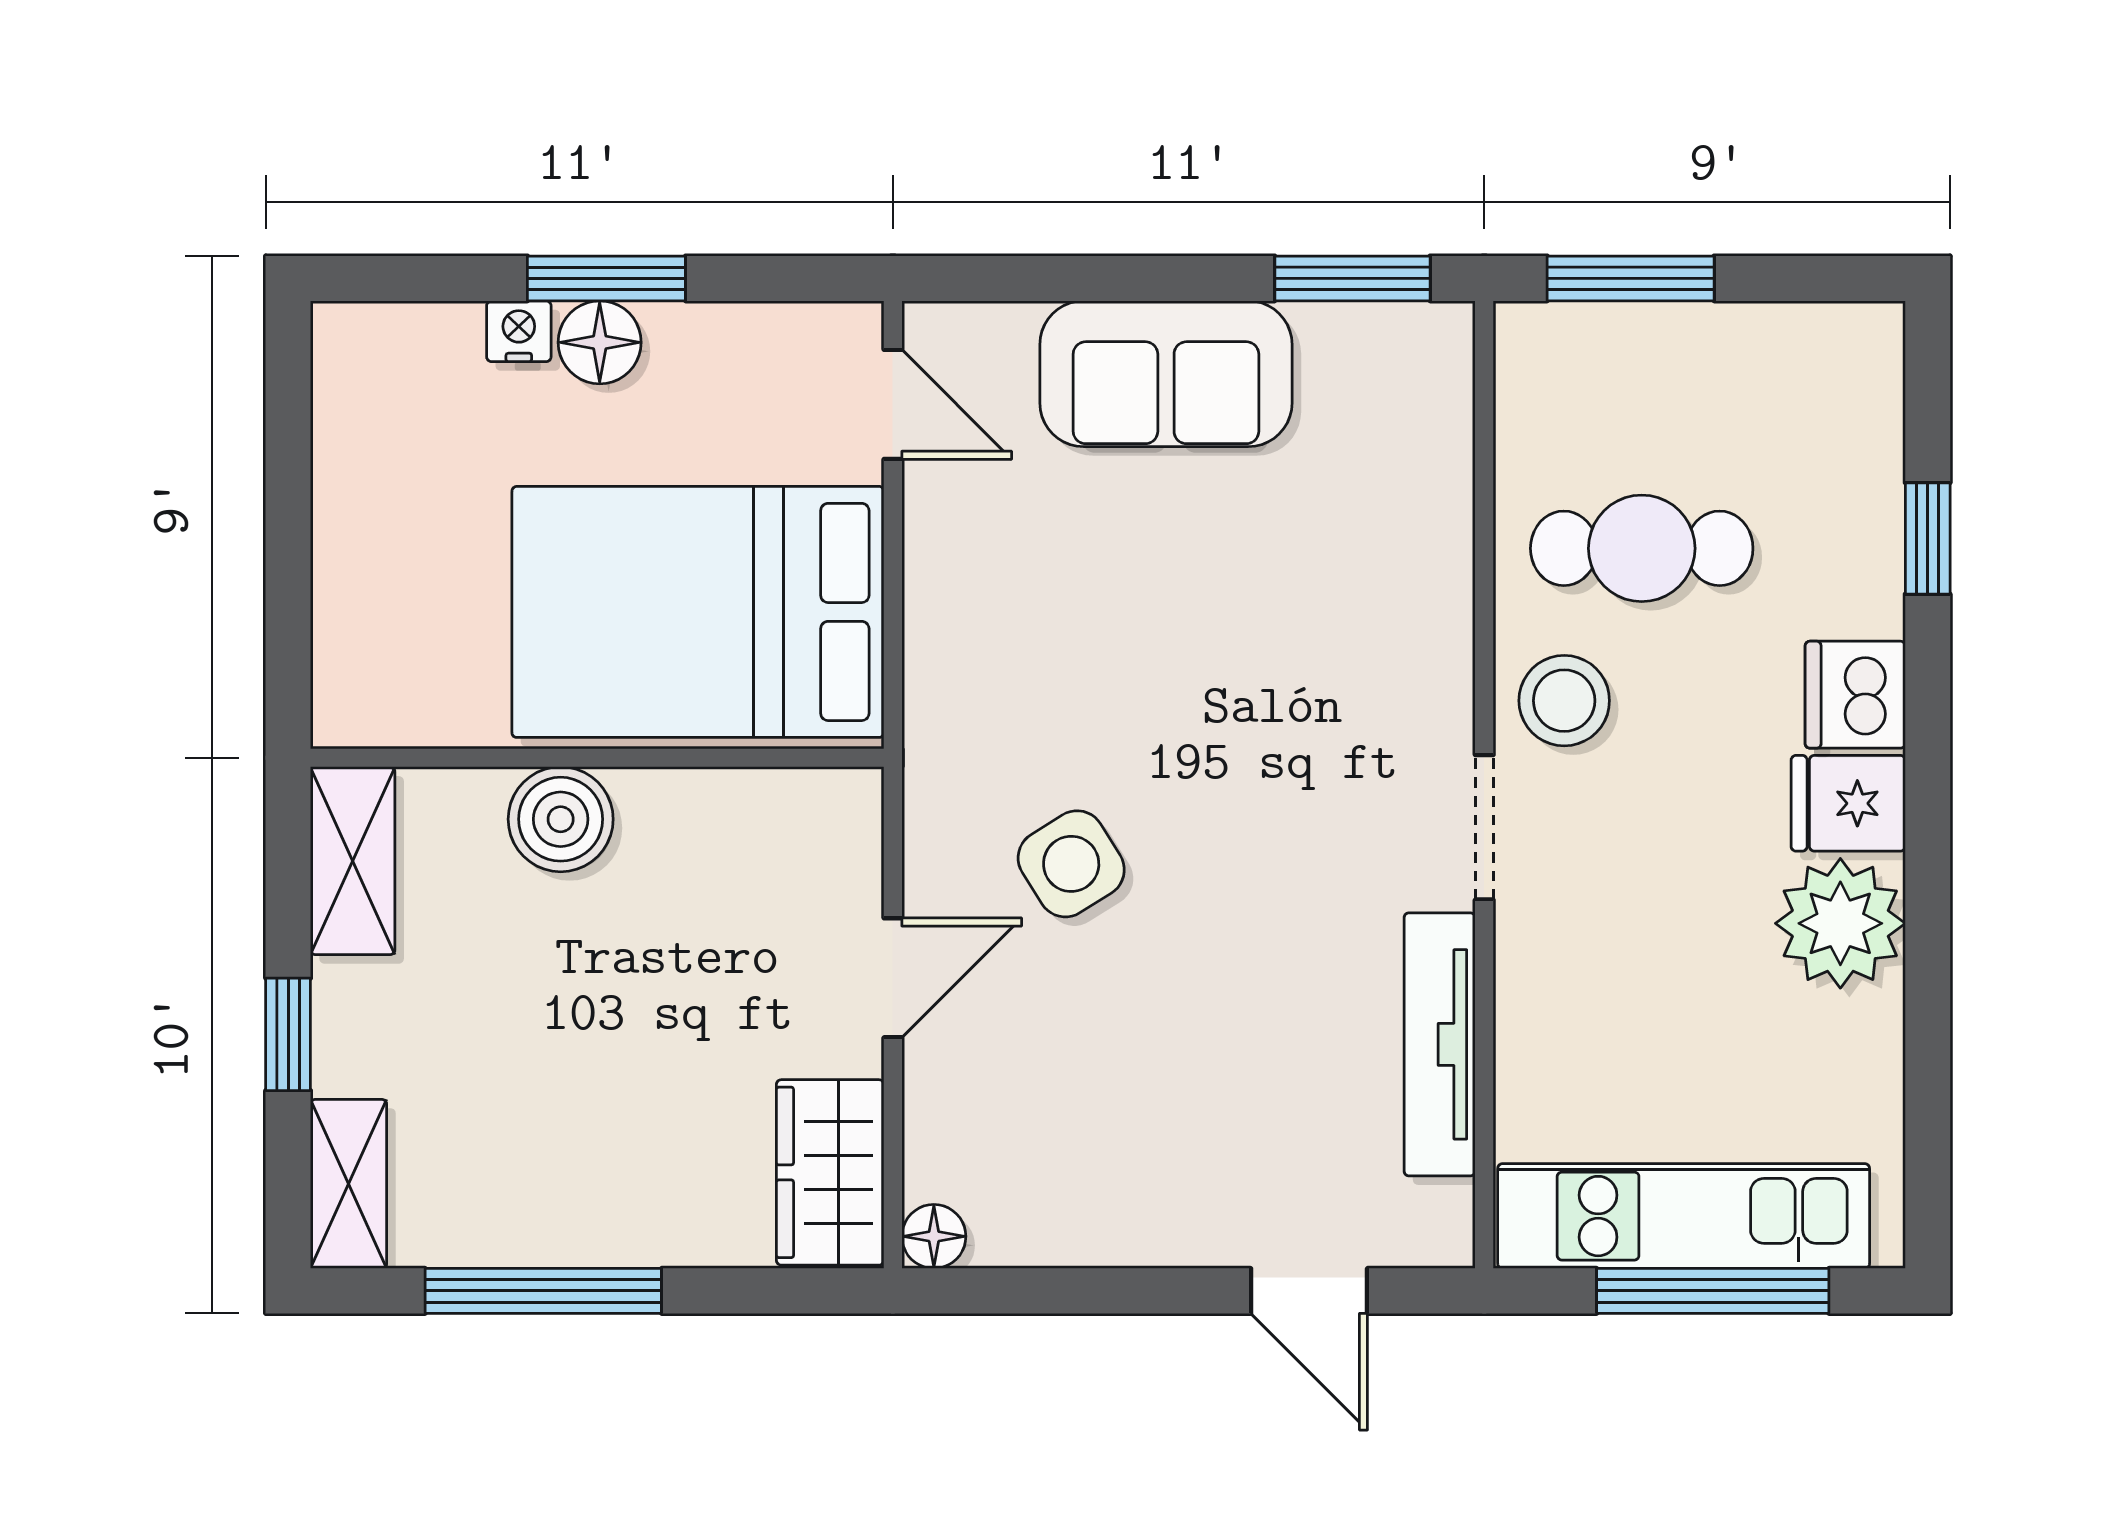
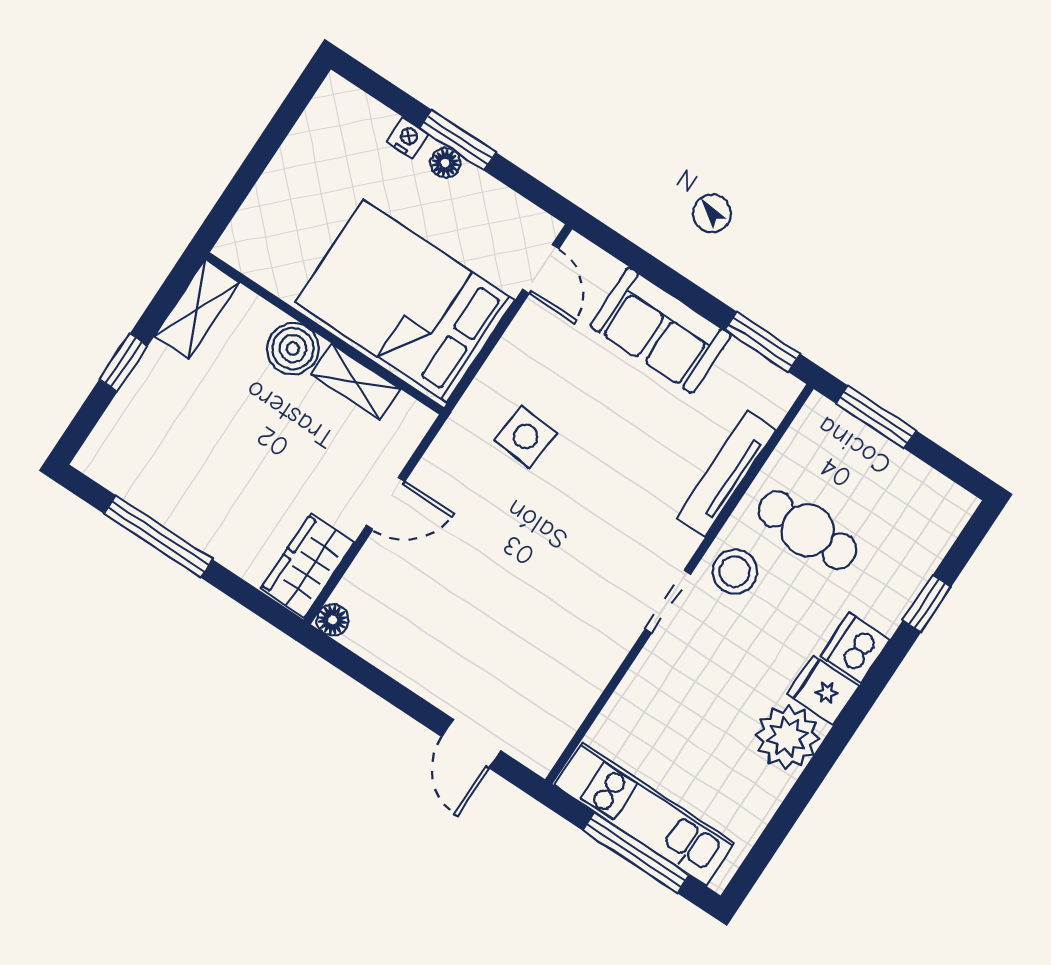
floor lamp: (600, 342) -> (445, 163), width x0.73, depth x0.73
side table: (1071, 864) -> (526, 436), moved, turned 37
tv unit: (1440, 1044) -> (726, 474), moved
shelving: (349, 1184) -> (356, 382), moved, turned 90

